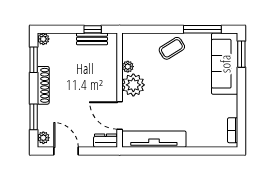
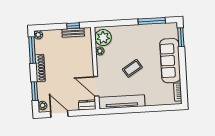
coffee table: (172, 48) -> (132, 68), moved
window: (34, 60) -> (32, 50), width x1.44
sofa: (225, 64) -> (170, 61), moved
plant: (133, 85) -> (103, 38), moved

